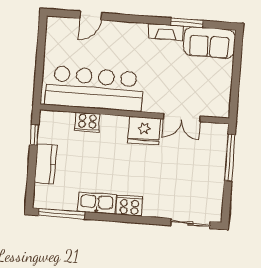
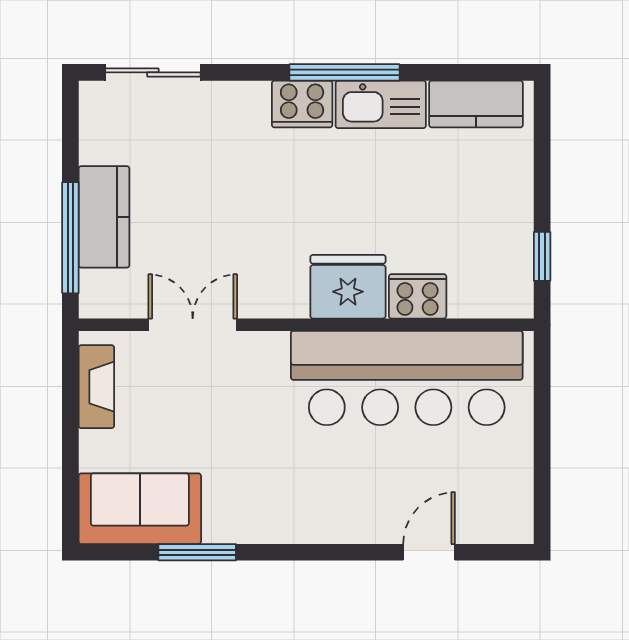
fireplace: (166, 32) -> (96, 387), moved, turned 90
fridge: (144, 131) -> (348, 287), moved
kitchen counter: (45, 164) -> (476, 104), moved, turned -90
kitchen counter: (215, 165) -> (104, 217), added
window: (62, 214) -> (344, 72), moved

